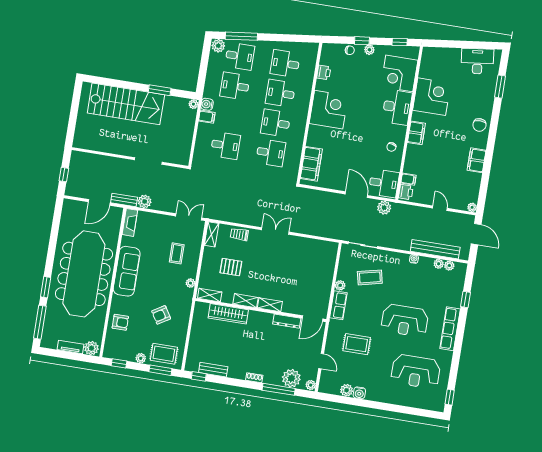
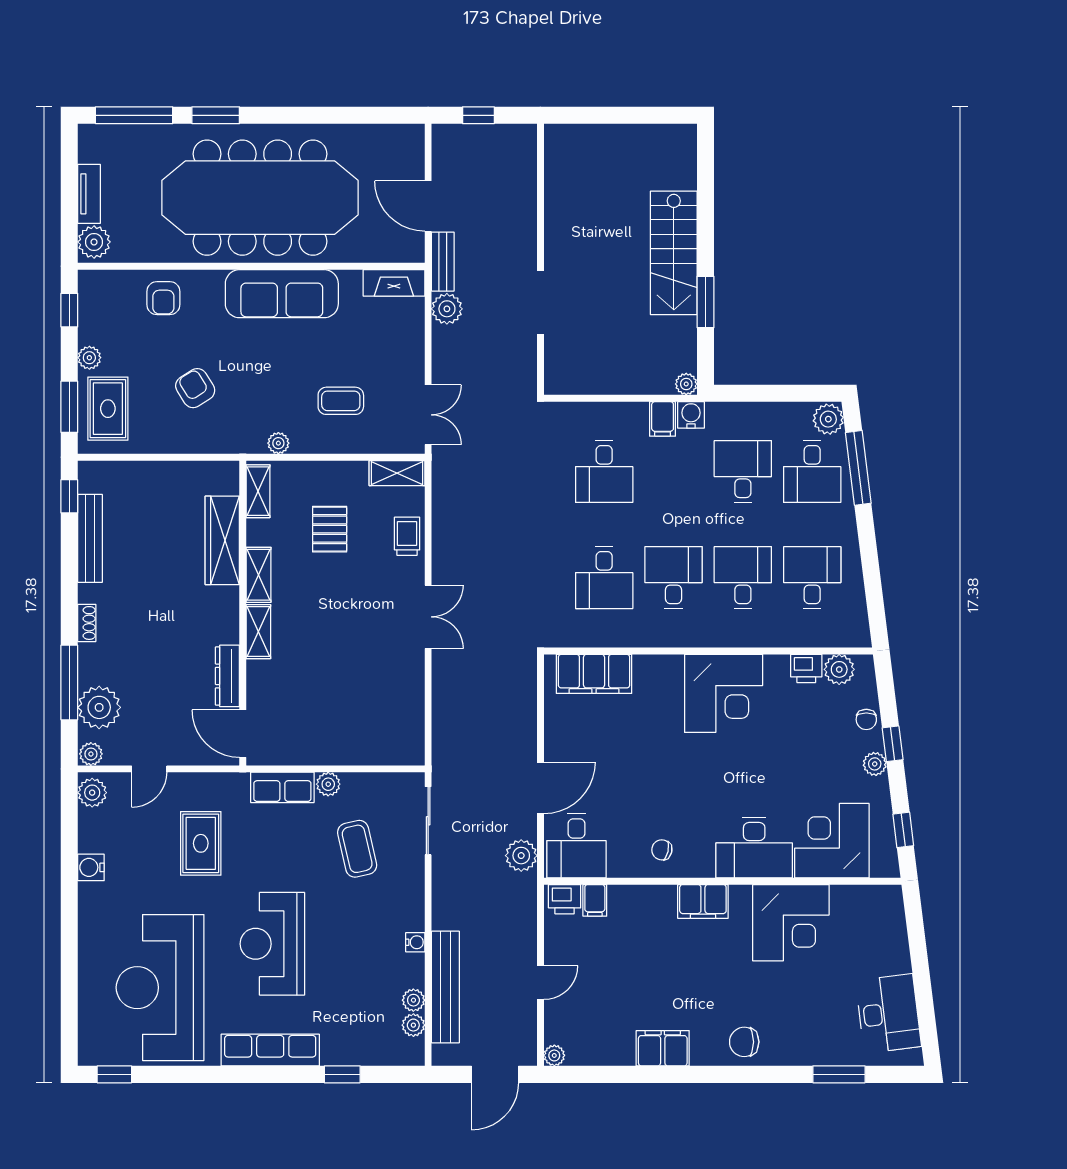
plant: (326, 58) -> (839, 669), added
stairs: (126, 104) -> (674, 253), width x0.73, depth x0.66
bench: (213, 370) -> (90, 538), width x1.36
reception desk: (416, 372) -> (160, 988), width x1.36, depth x1.30
plant: (347, 390) -> (92, 793), moved

